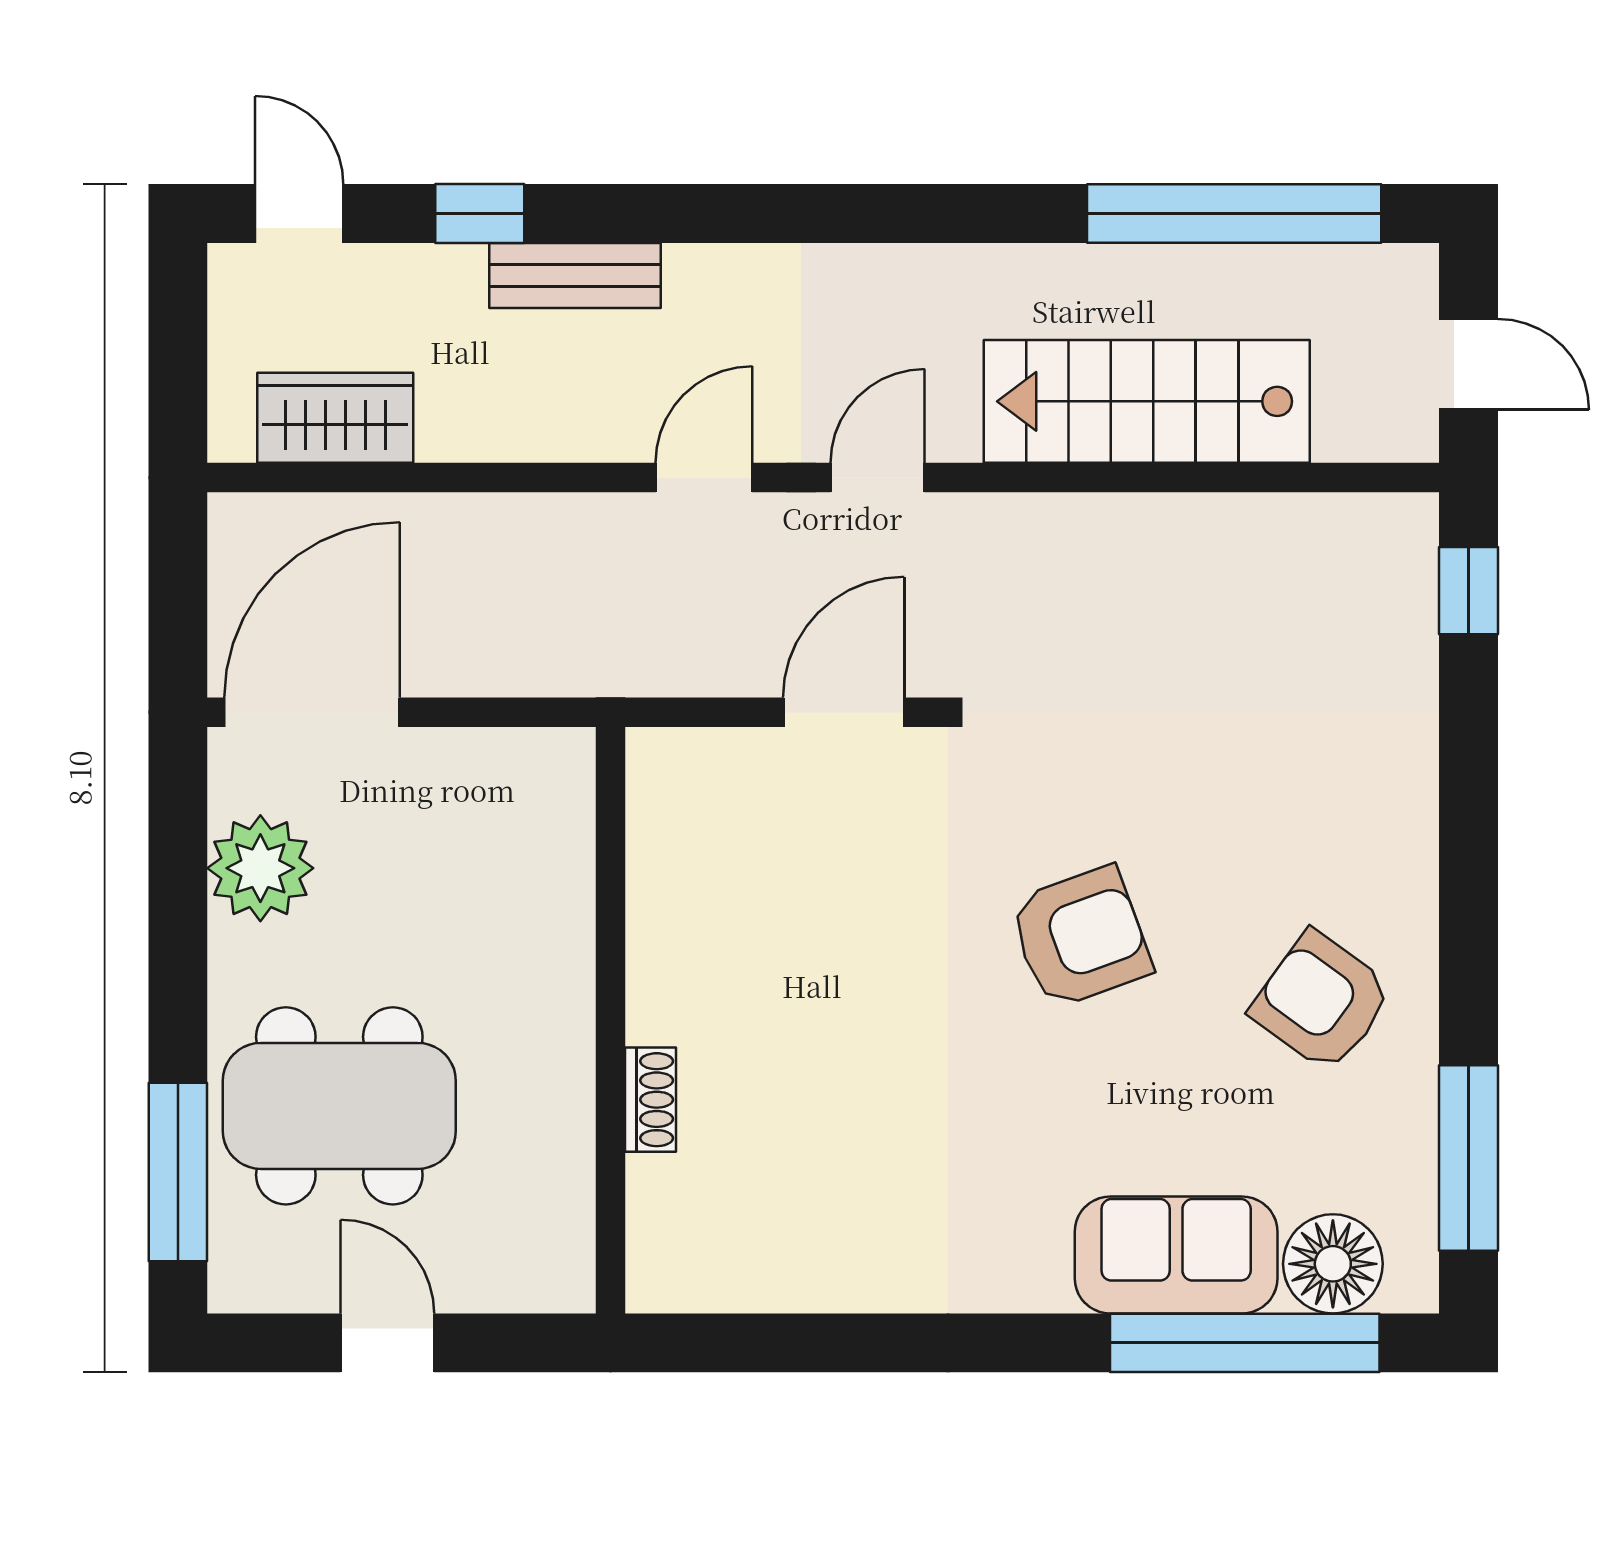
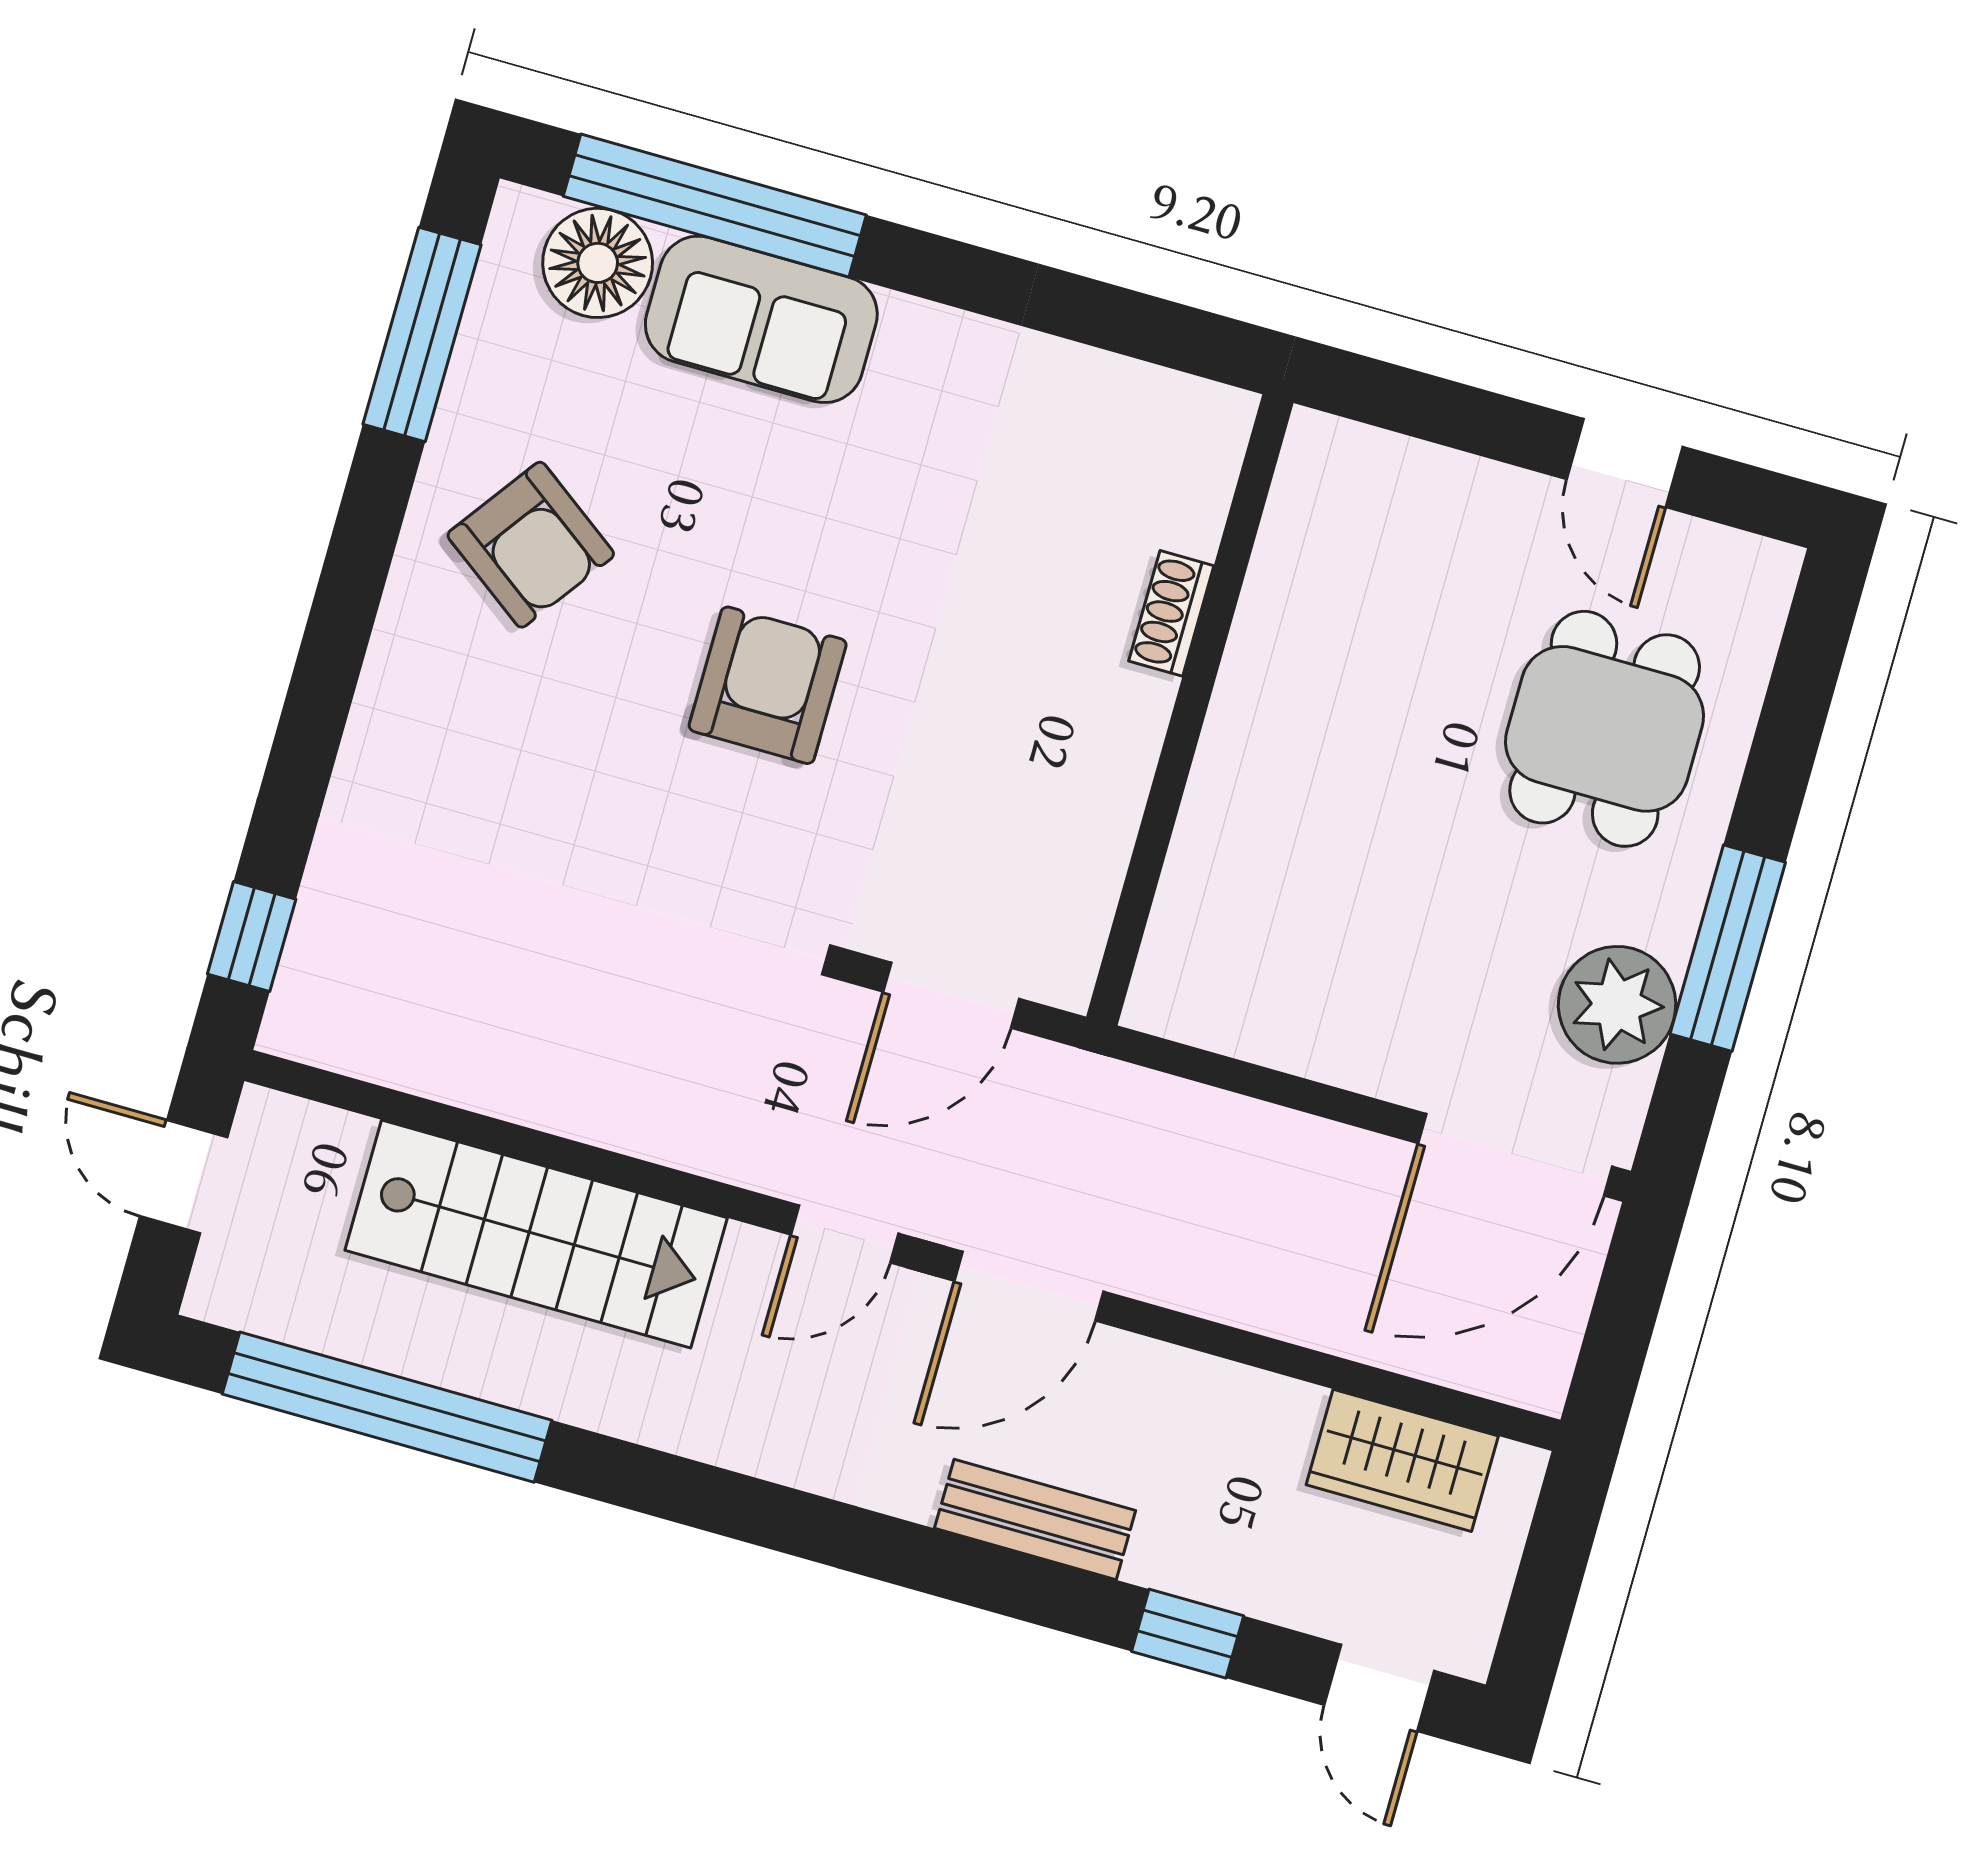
bench: (575, 276) -> (1035, 1519), moved
door: (704, 478) -> (1029, 1286), width x1.38
armchair: (1080, 937) -> (768, 685), turned 110
wall: (610, 1020) -> (1190, 710), moved
shoe rack: (651, 1100) -> (1171, 613), moved
dining table: (339, 1106) -> (1605, 729), width x0.73
window: (178, 1172) -> (1728, 948), moved

